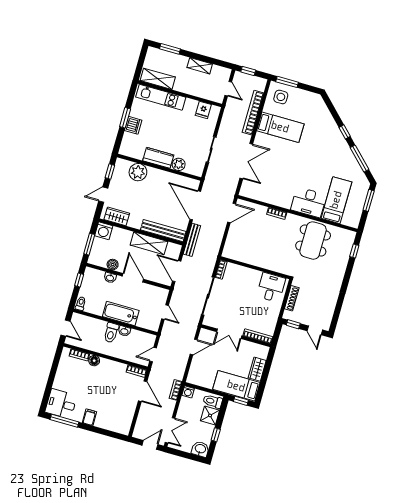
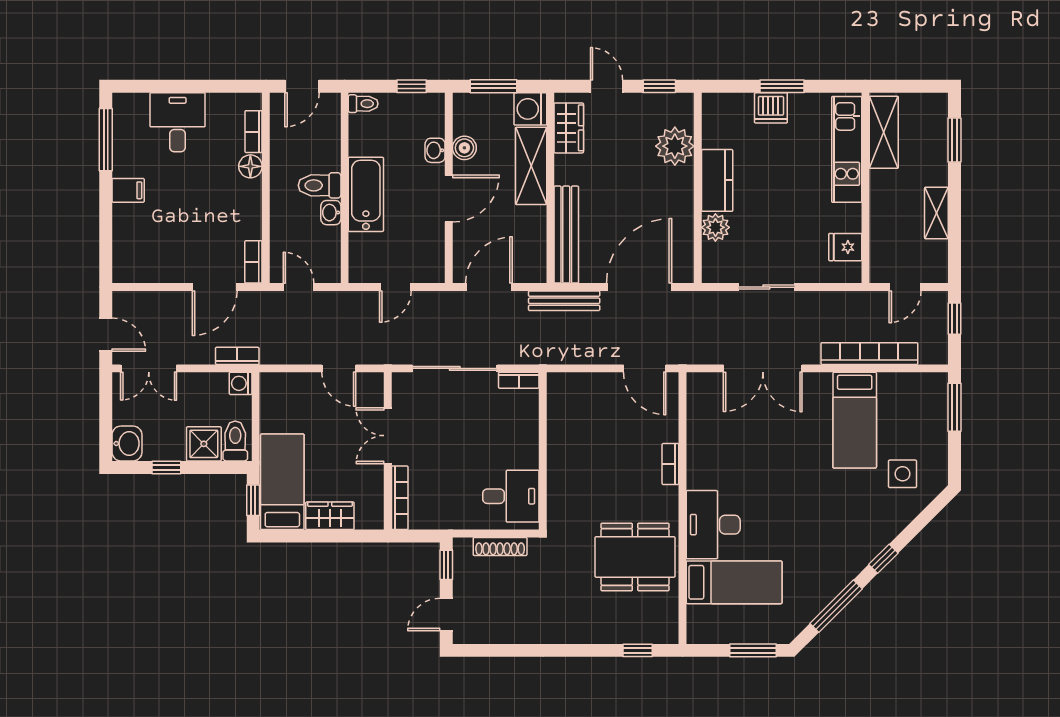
side table: (281, 97) -> (903, 474), moved
shelving: (149, 243) -> (531, 166), moved
desk: (61, 404) -> (178, 122), moved

